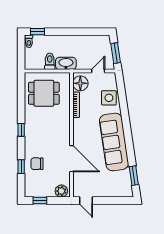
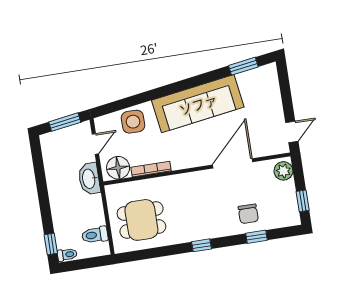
toilet: (50, 61) -> (95, 235), moved
washbasin: (66, 63) -> (89, 179), moved
door: (98, 71) -> (95, 144), swing flipped
dining table: (44, 93) -> (141, 220), turned 90

